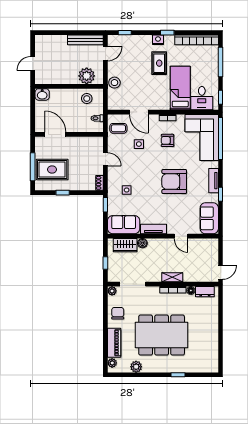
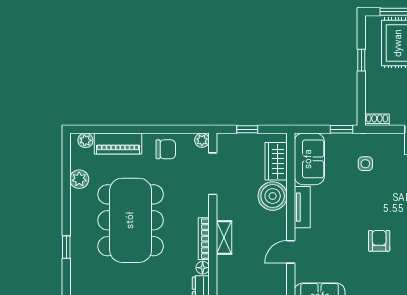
armchair: (174, 182) -> (379, 241), width x0.53, depth x0.53
boiler: (142, 243) -> (273, 196), width x1.86, depth x1.86

